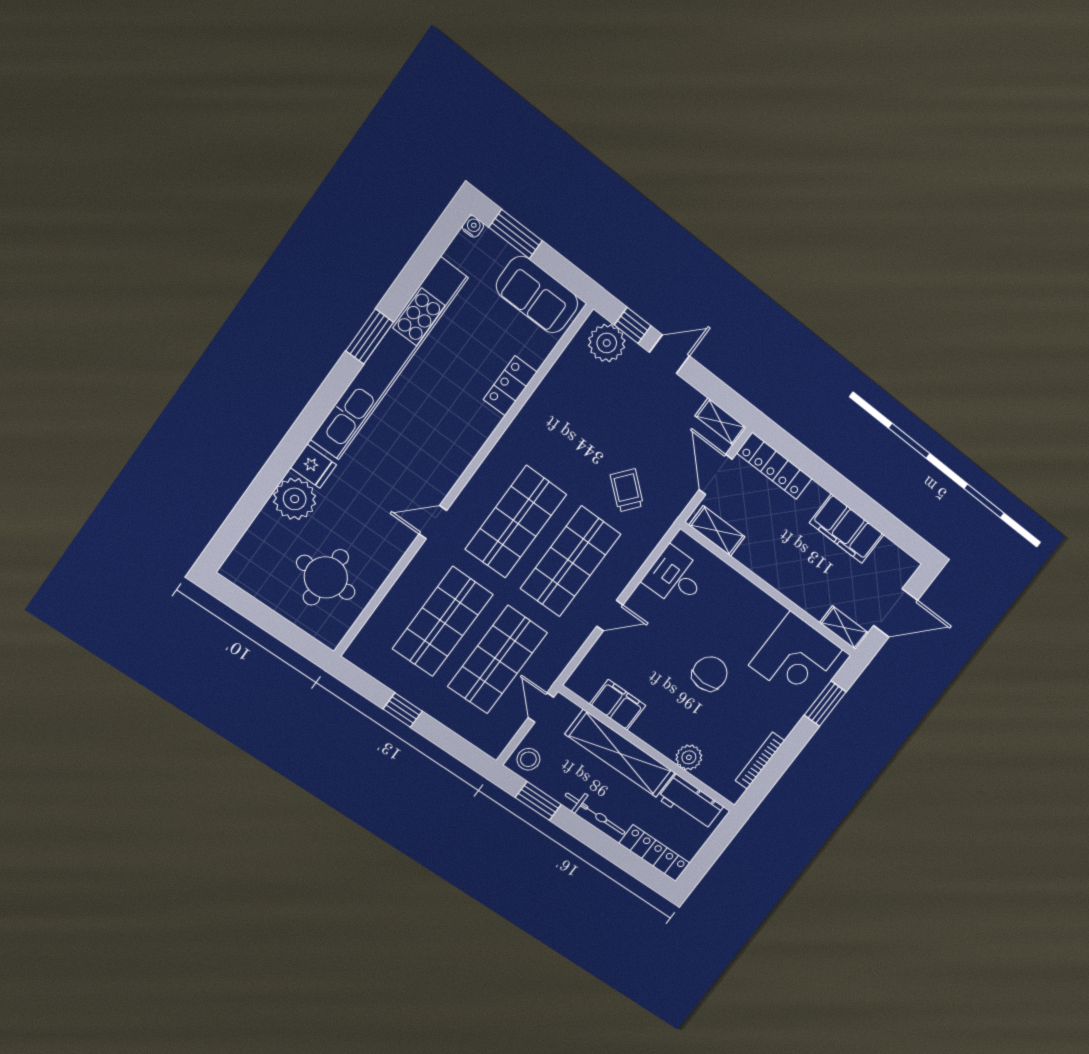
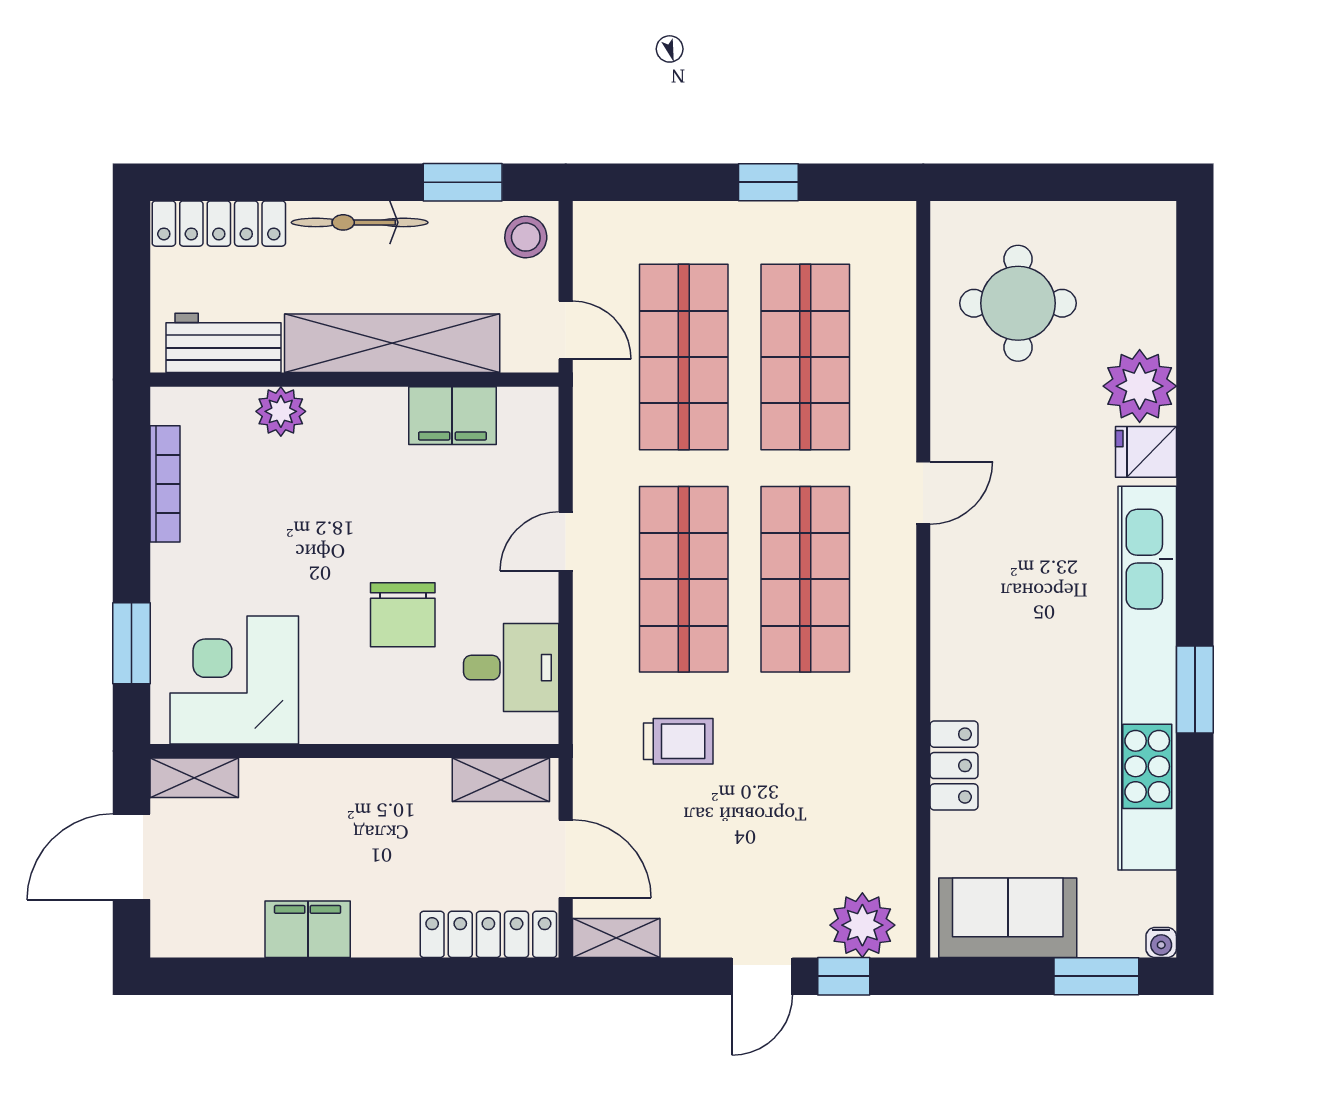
trolley: (627, 490) -> (678, 741), turned -40
filing cabinet: (847, 529) -> (308, 929), width x0.67, depth x0.86
chair: (710, 674) -> (403, 615), moved

